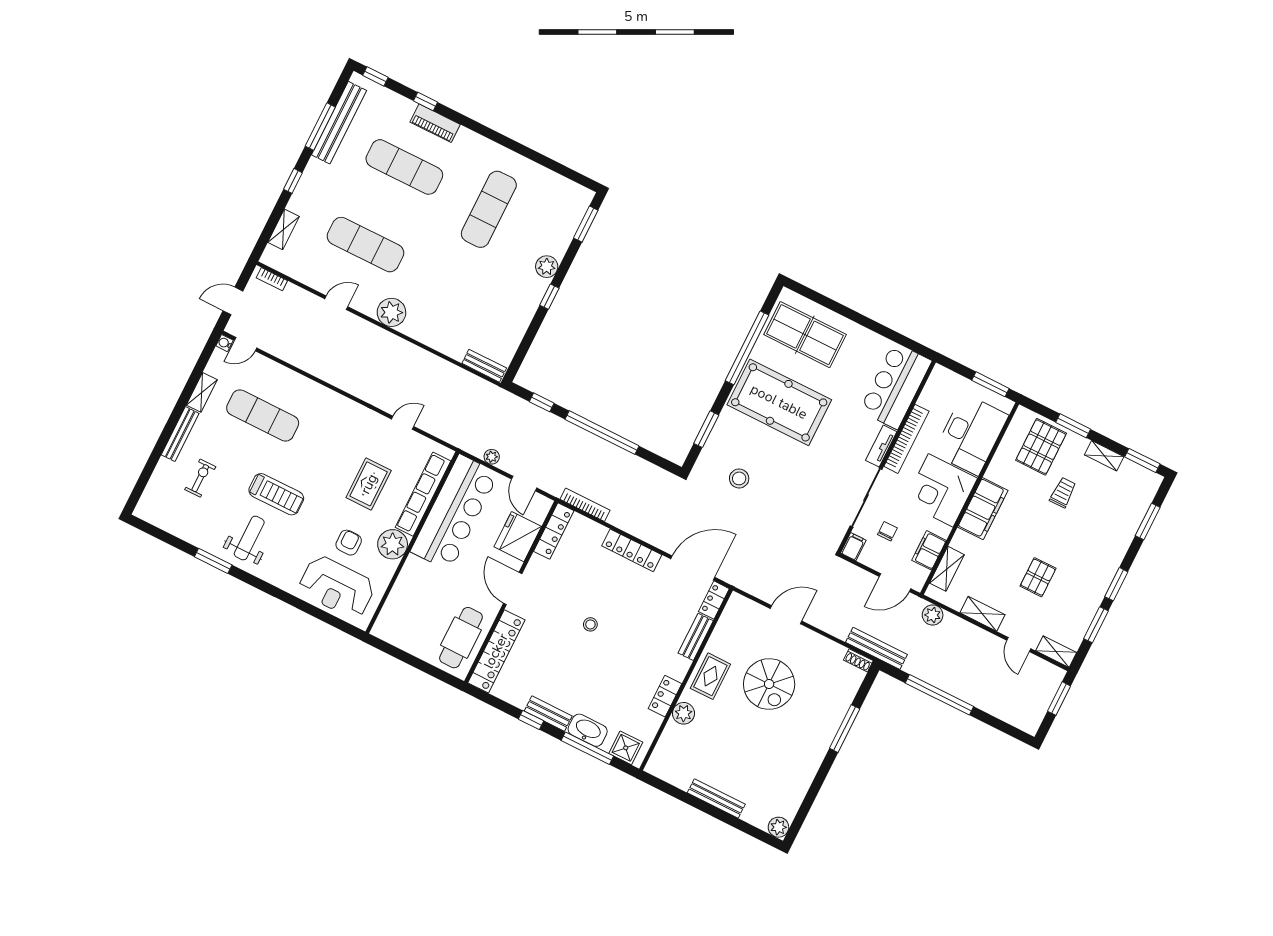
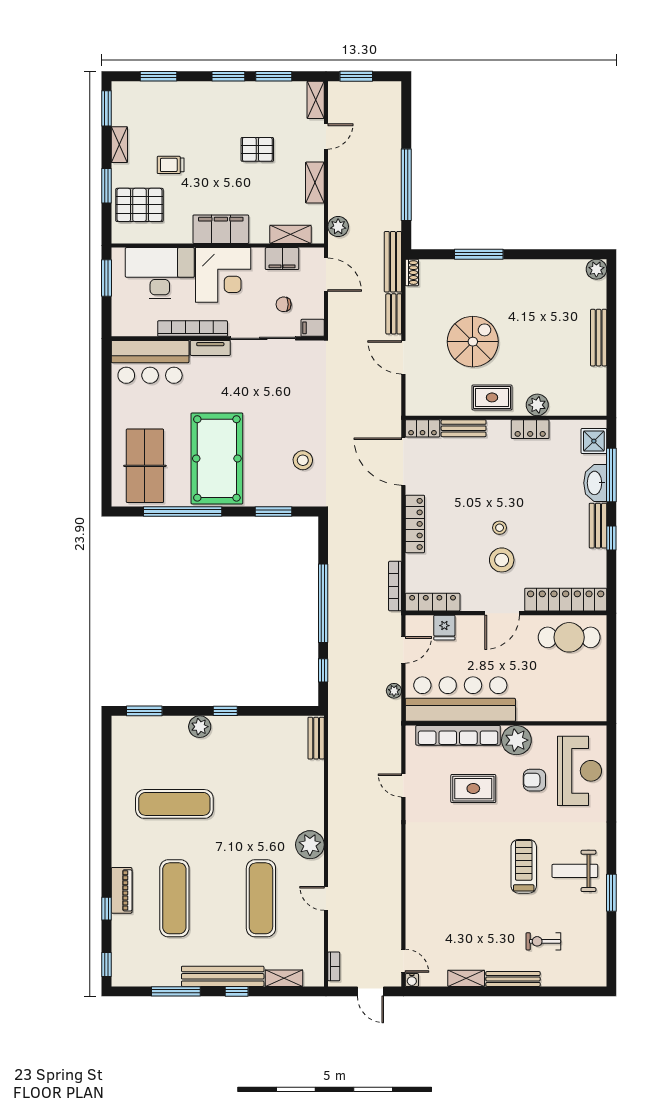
bench: (339, 123) -> (223, 976), moved
exercise mat: (263, 416) -> (460, 914), removed
fridge: (518, 537) -> (444, 628), width x0.53, depth x0.75
stool: (561, 612) -> (502, 560), added
bench: (829, 626) -> (394, 314), added

